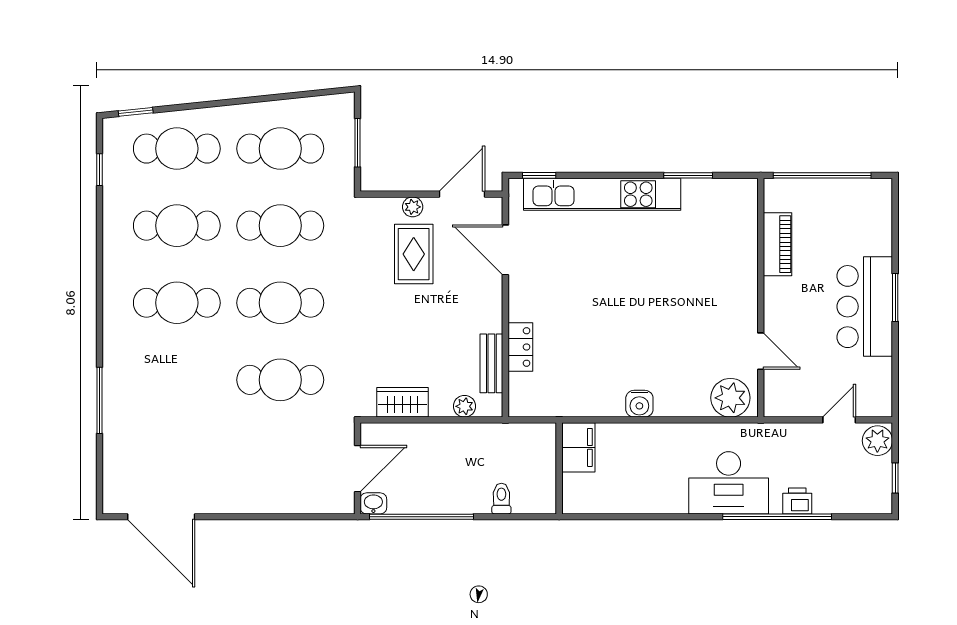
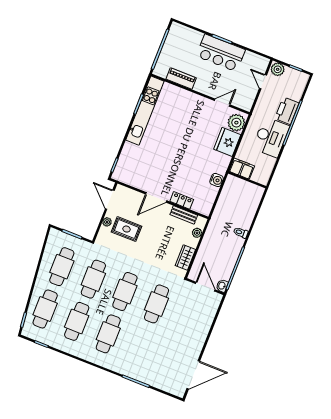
kitchen unit: (602, 194) -> (145, 111), moved
door: (505, 250) -> (156, 197), moved
fridge: (682, 394) -> (227, 142), added
water cooler: (639, 404) -> (217, 180), moved
filing cabinet: (578, 447) -> (242, 169), moved
wall: (559, 468) -> (247, 180), moved
printer: (797, 501) -> (287, 111), width x1.87, depth x1.48

